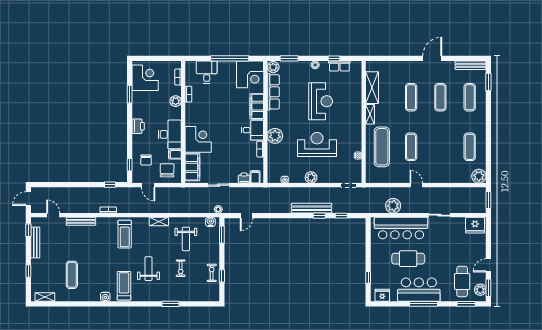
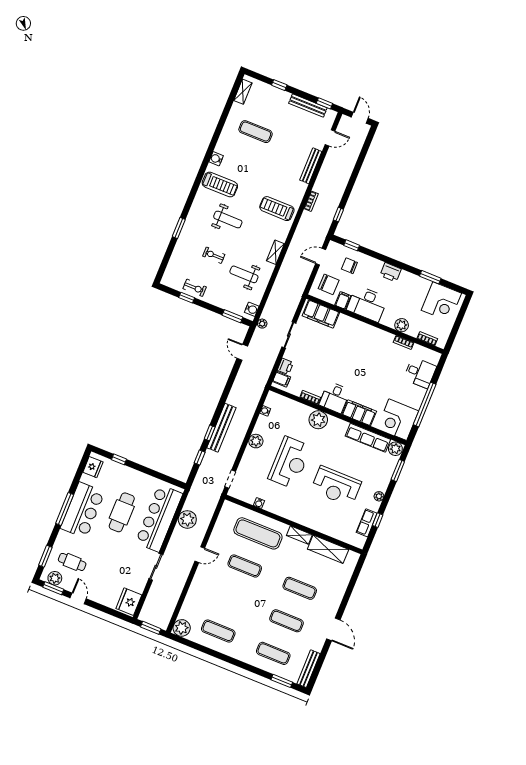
corner desk: (198, 139) -> (349, 333), removed
cafe table: (462, 281) -> (72, 562), width x0.73, depth x0.74

